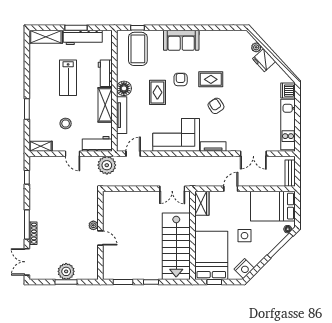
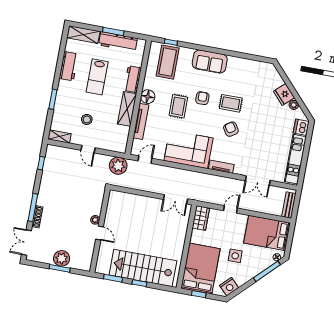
plant: (256, 47) -> (294, 105), moved
workbench: (97, 144) -> (69, 66), moved, turned 90
stairs: (176, 246) -> (143, 268), moved, turned 90

